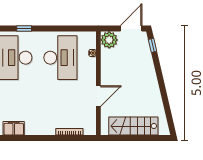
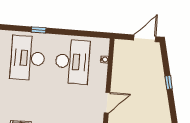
plant: (109, 40) -> (122, 48), removed
window: (153, 45) -> (169, 82), moved

